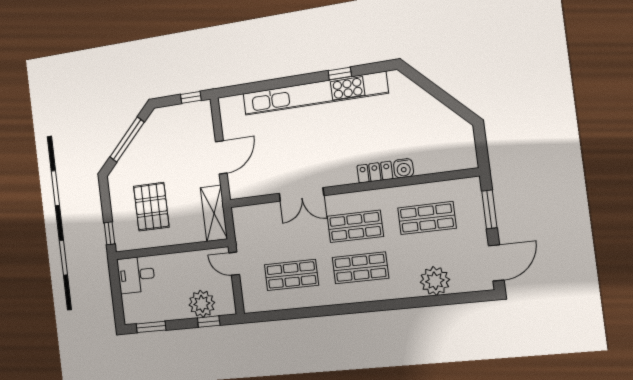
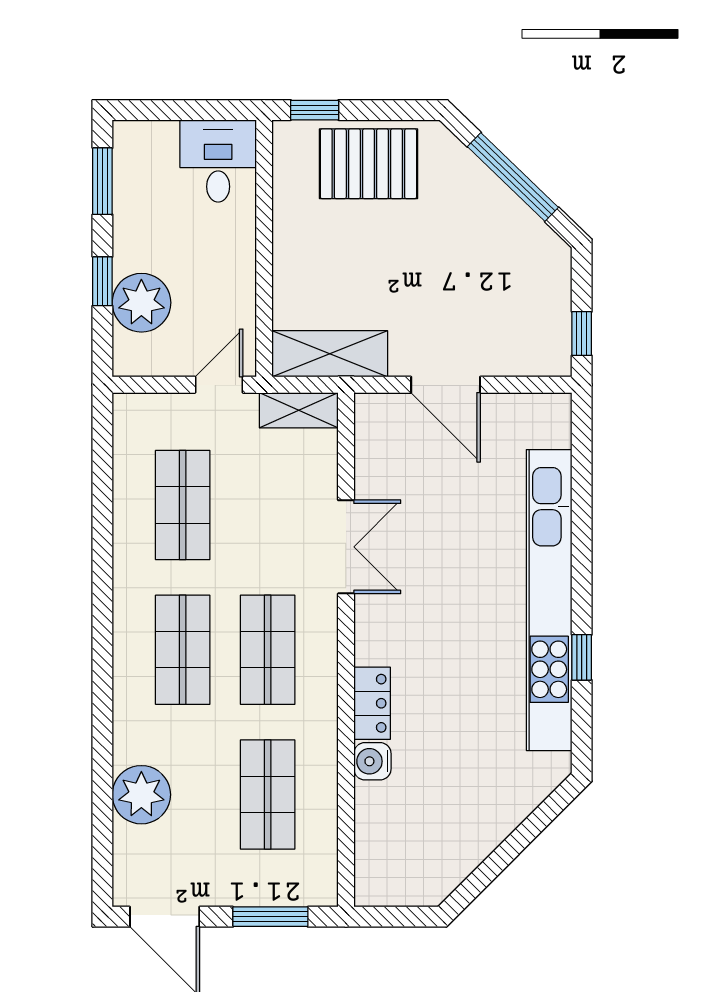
double door: (301, 194) -> (346, 547), swing flipped
pallet: (151, 207) -> (368, 164), moved
shelving: (241, 225) -> (299, 410), added
window: (209, 322) -> (102, 281), moved

